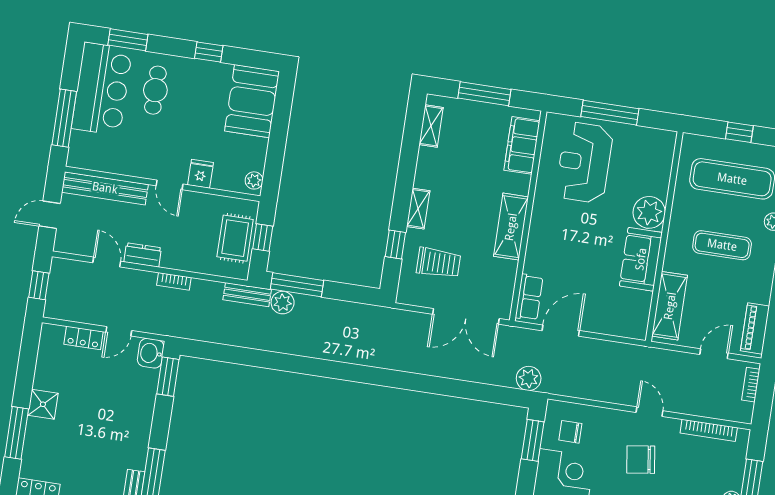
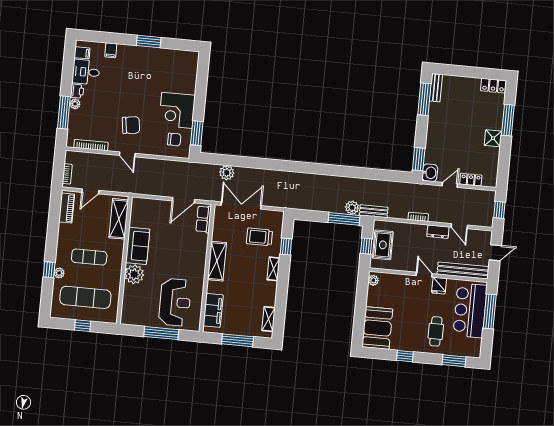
bar counter: (102, 89) -> (470, 310), moved
fridge: (201, 174) -> (439, 286), moved
plant: (529, 378) -> (227, 173), moved

